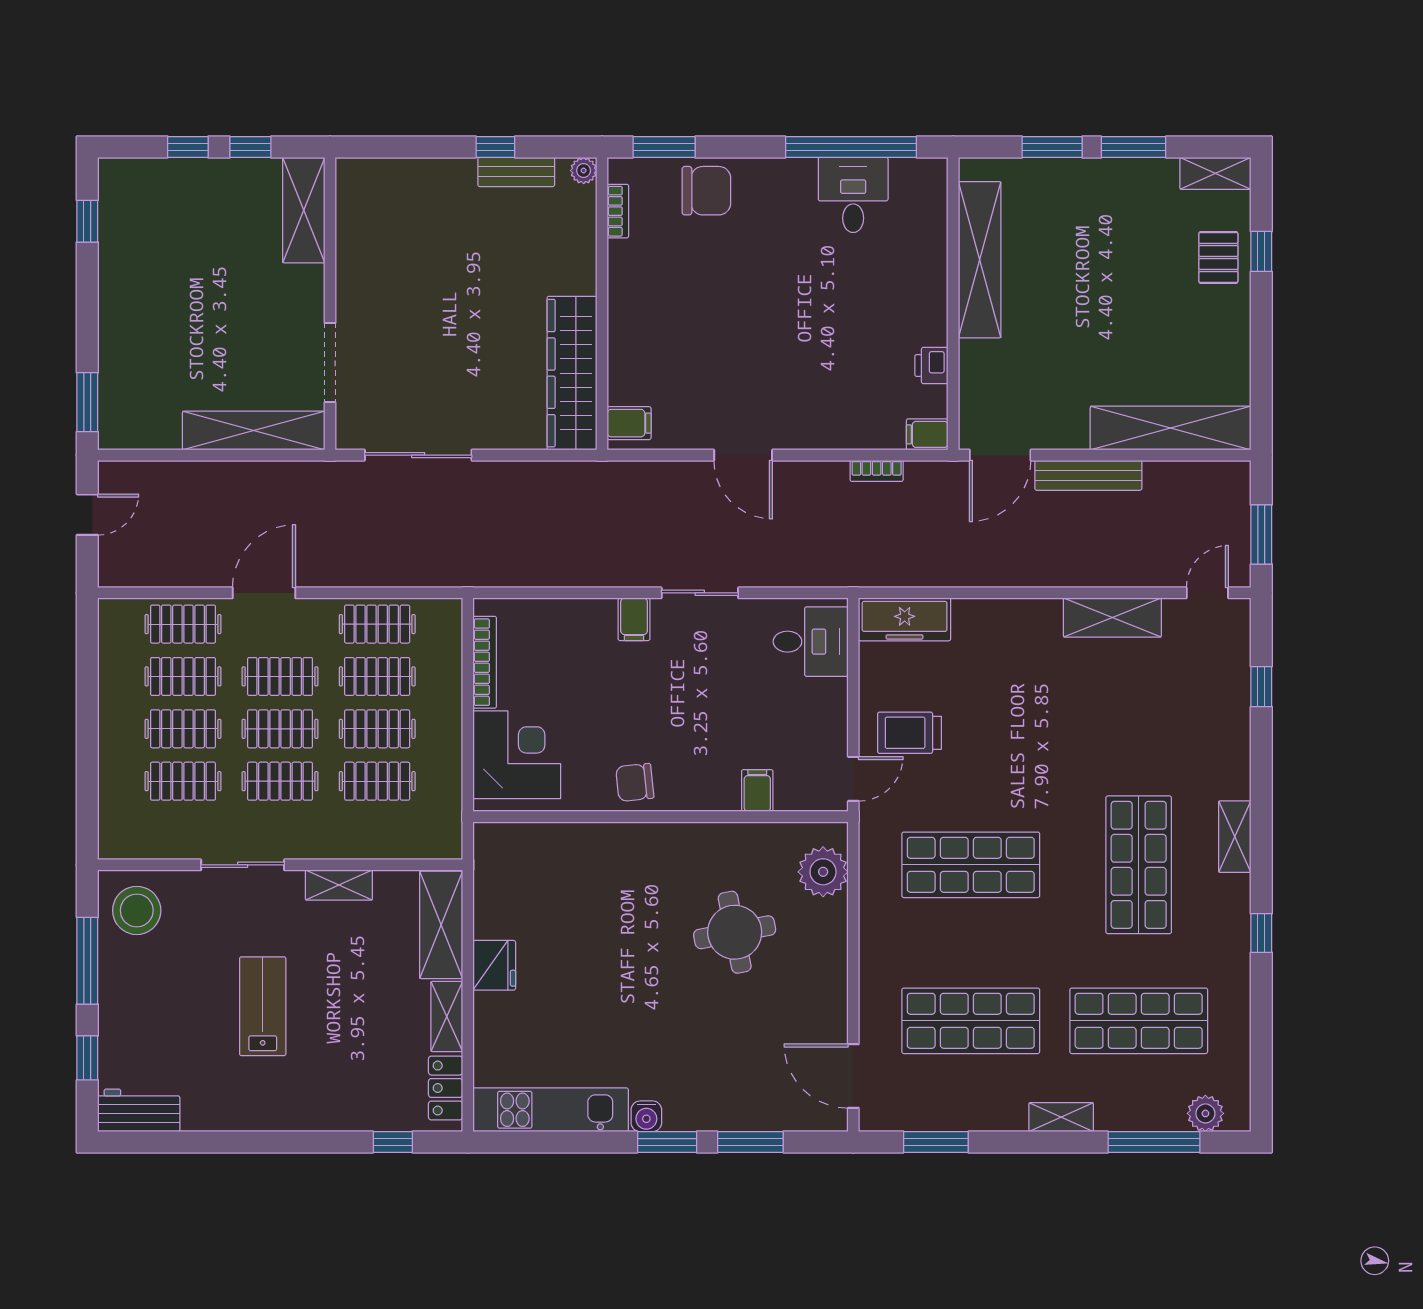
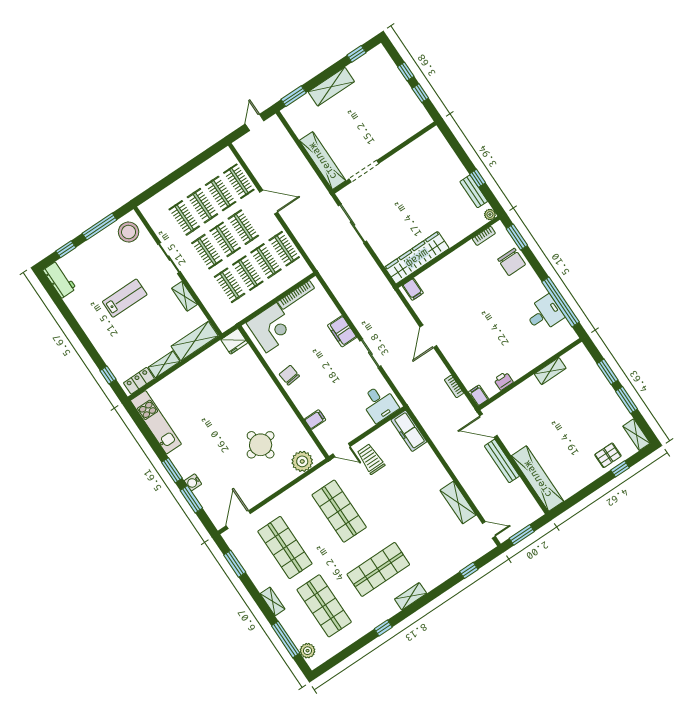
shelving: (304, 210) -> (331, 87), moved
shelving: (980, 260) -> (550, 371), width x0.45, depth x0.75
door: (87, 515) -> (255, 122), swing flipped
filing cabinet: (634, 619) -> (342, 331), width x2.00
fridge: (494, 965) -> (234, 341), moved
water cooler: (646, 1116) -> (193, 482), moved

